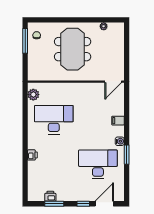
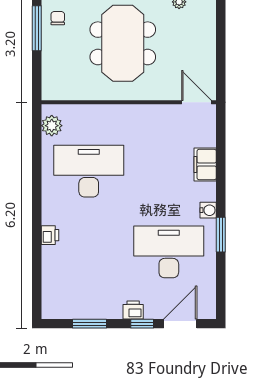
door: (113, 82) -> (196, 102), swing flipped
filing cabinet: (118, 121) -> (205, 165), width x2.00
printer: (50, 196) -> (133, 310), moved

